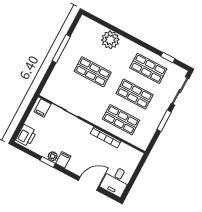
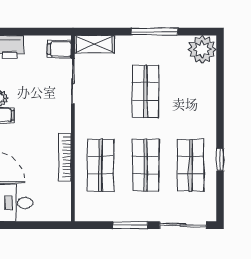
plant: (110, 40) -> (202, 49), moved
window: (168, 57) -> (220, 160), moved
shelving: (50, 86) -> (95, 44), added

